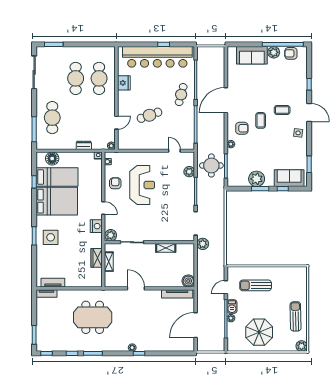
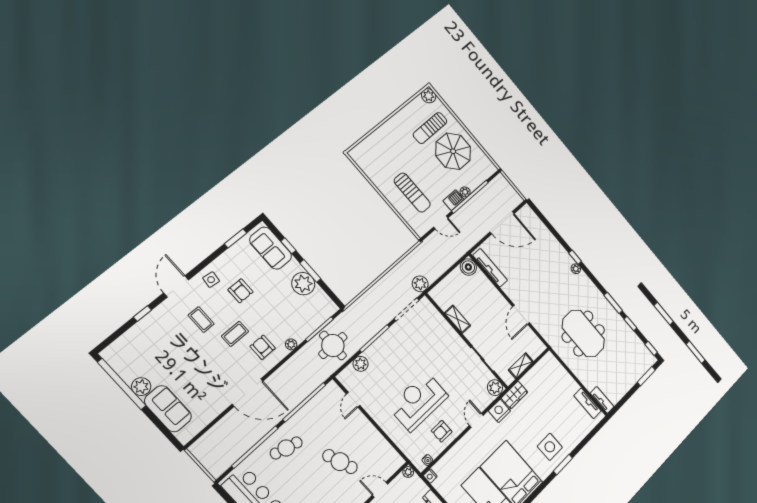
armchair: (291, 53) -> (240, 291), moved
wardrobe: (97, 258) -> (514, 395), moved
sun lounger: (296, 316) -> (430, 128), moved

